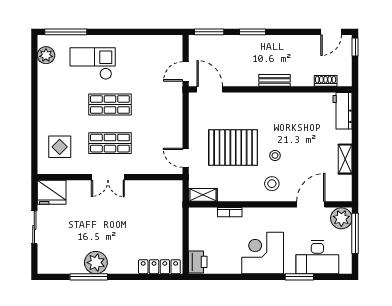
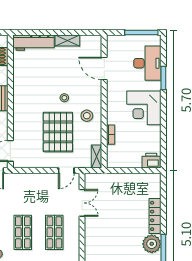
workbench: (343, 111) -> (33, 43), width x1.38
double door: (108, 177) -> (82, 203), moved
stool: (272, 184) -> (87, 116), moved
plant: (341, 218) -> (116, 44), removed
window: (355, 233) -> (141, 33), moved
locker: (159, 267) -> (155, 216), moved

